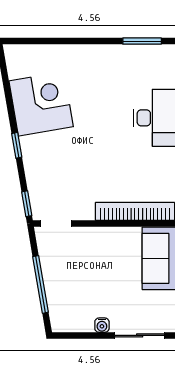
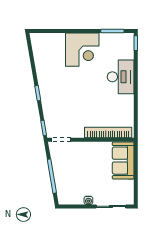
corner desk: (41, 104) -> (82, 50), moved, turned 100

